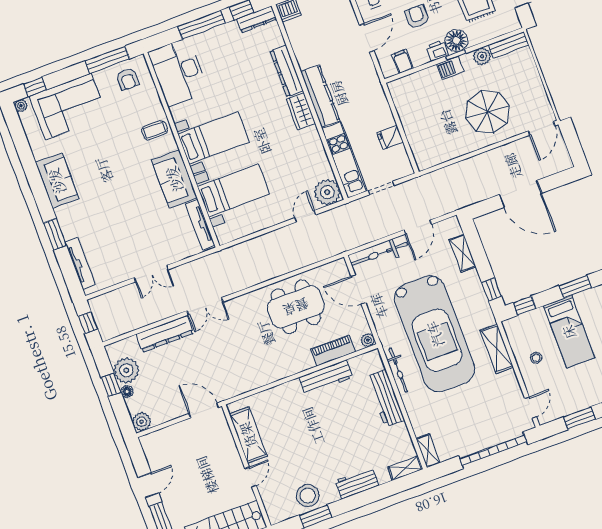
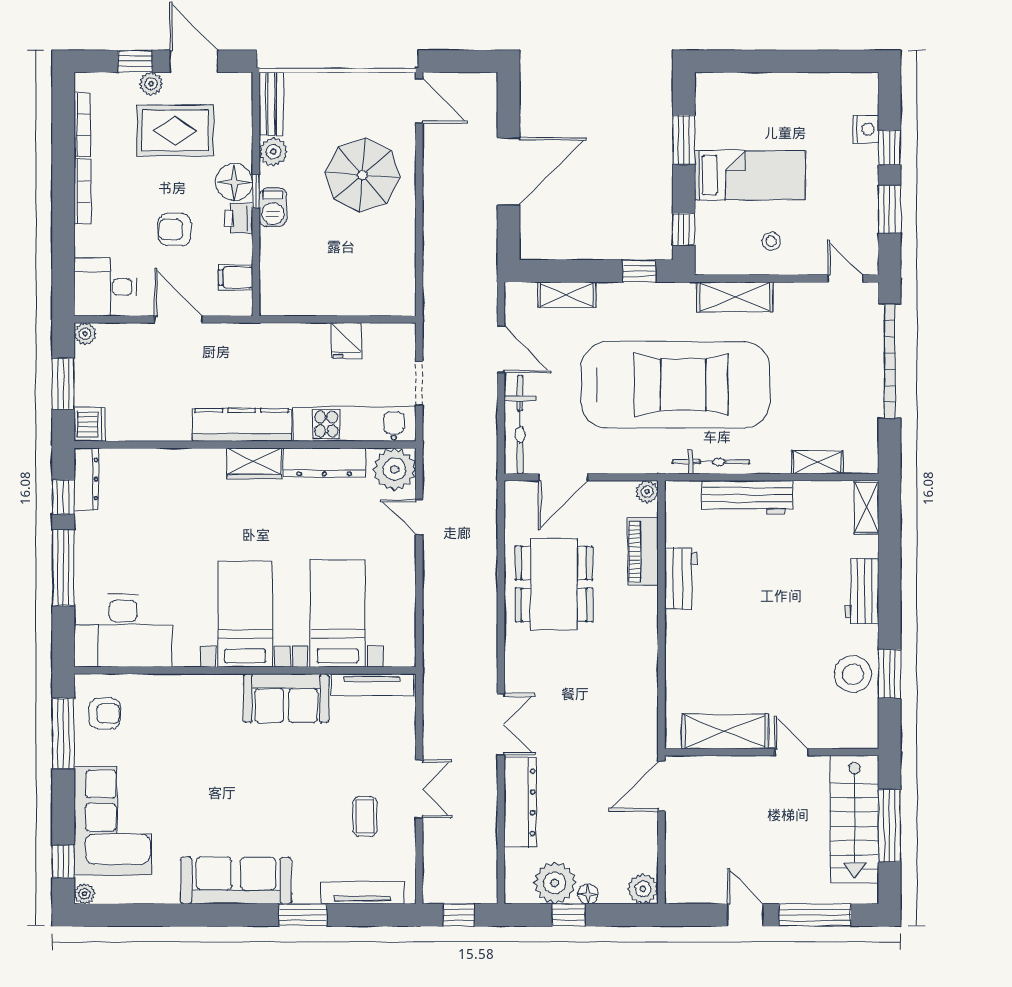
dresser: (287, 71) -> (324, 462), moved
coffee table: (154, 130) -> (365, 817), moved
sofa: (57, 181) -> (236, 881), width x1.36
workbench: (326, 377) -> (681, 578), width x0.73
shelving: (428, 451) -> (818, 462), moved

